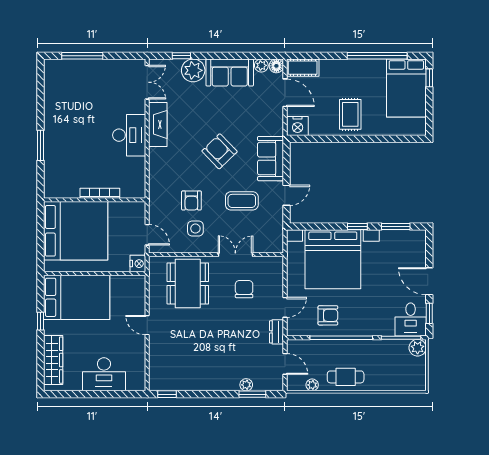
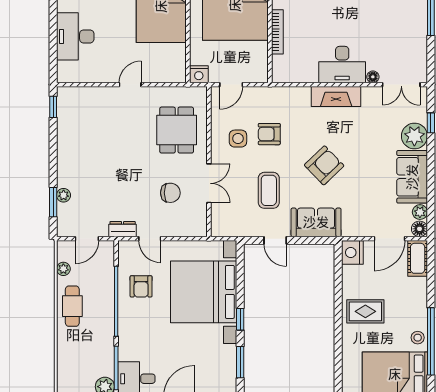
stool: (374, 68) -> (418, 338), added
floor lamp: (140, 108) -> (373, 77), added
fireplace: (158, 124) -> (336, 96), moved
dining table: (188, 283) -> (177, 130), width x0.73

